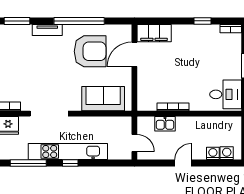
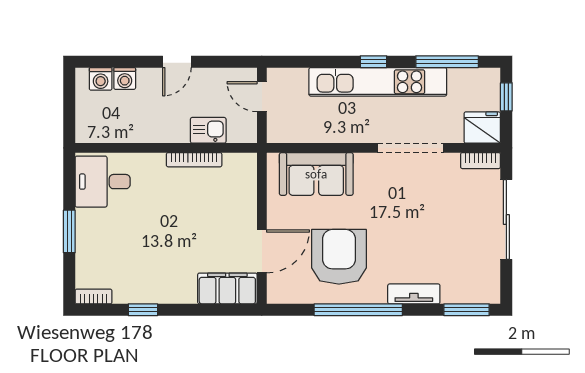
armchair: (90, 51) -> (339, 257), turned 90

